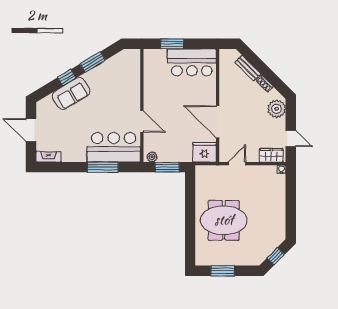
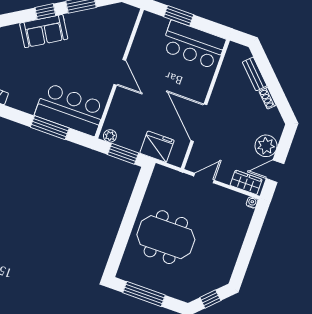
plant: (277, 109) -> (266, 146), moved
door: (142, 121) -> (120, 72), moved
door: (291, 138) -> (275, 171), swing flipped
fridge: (205, 152) -> (157, 147), moved
window: (223, 271) -> (144, 294), width x1.44

